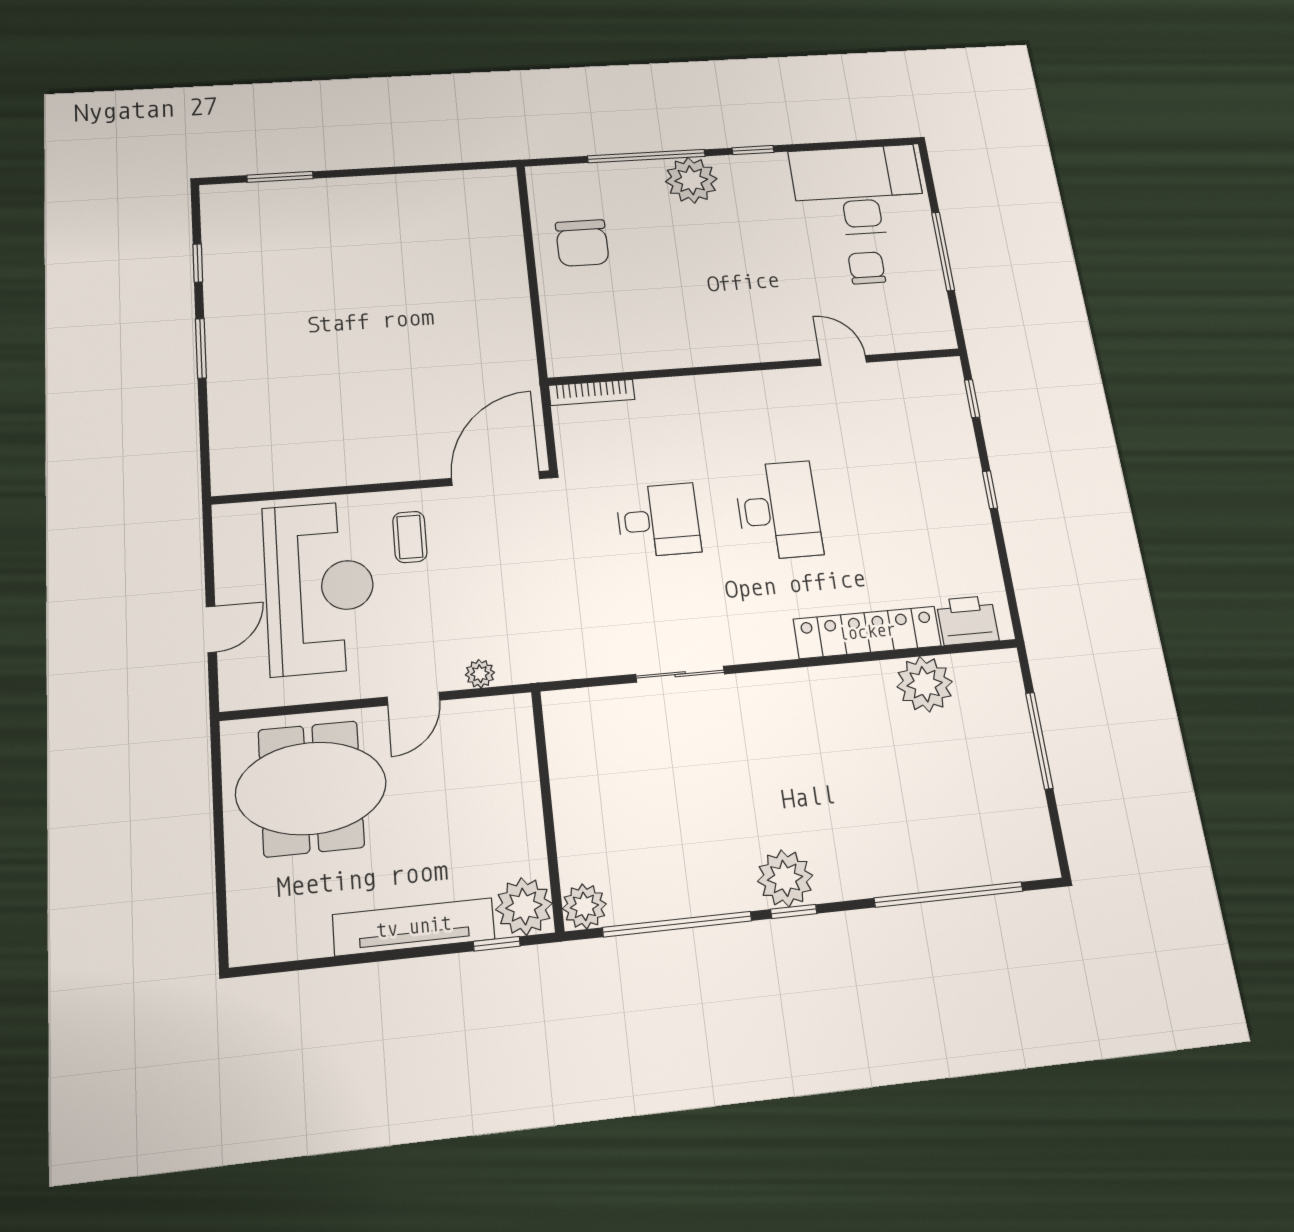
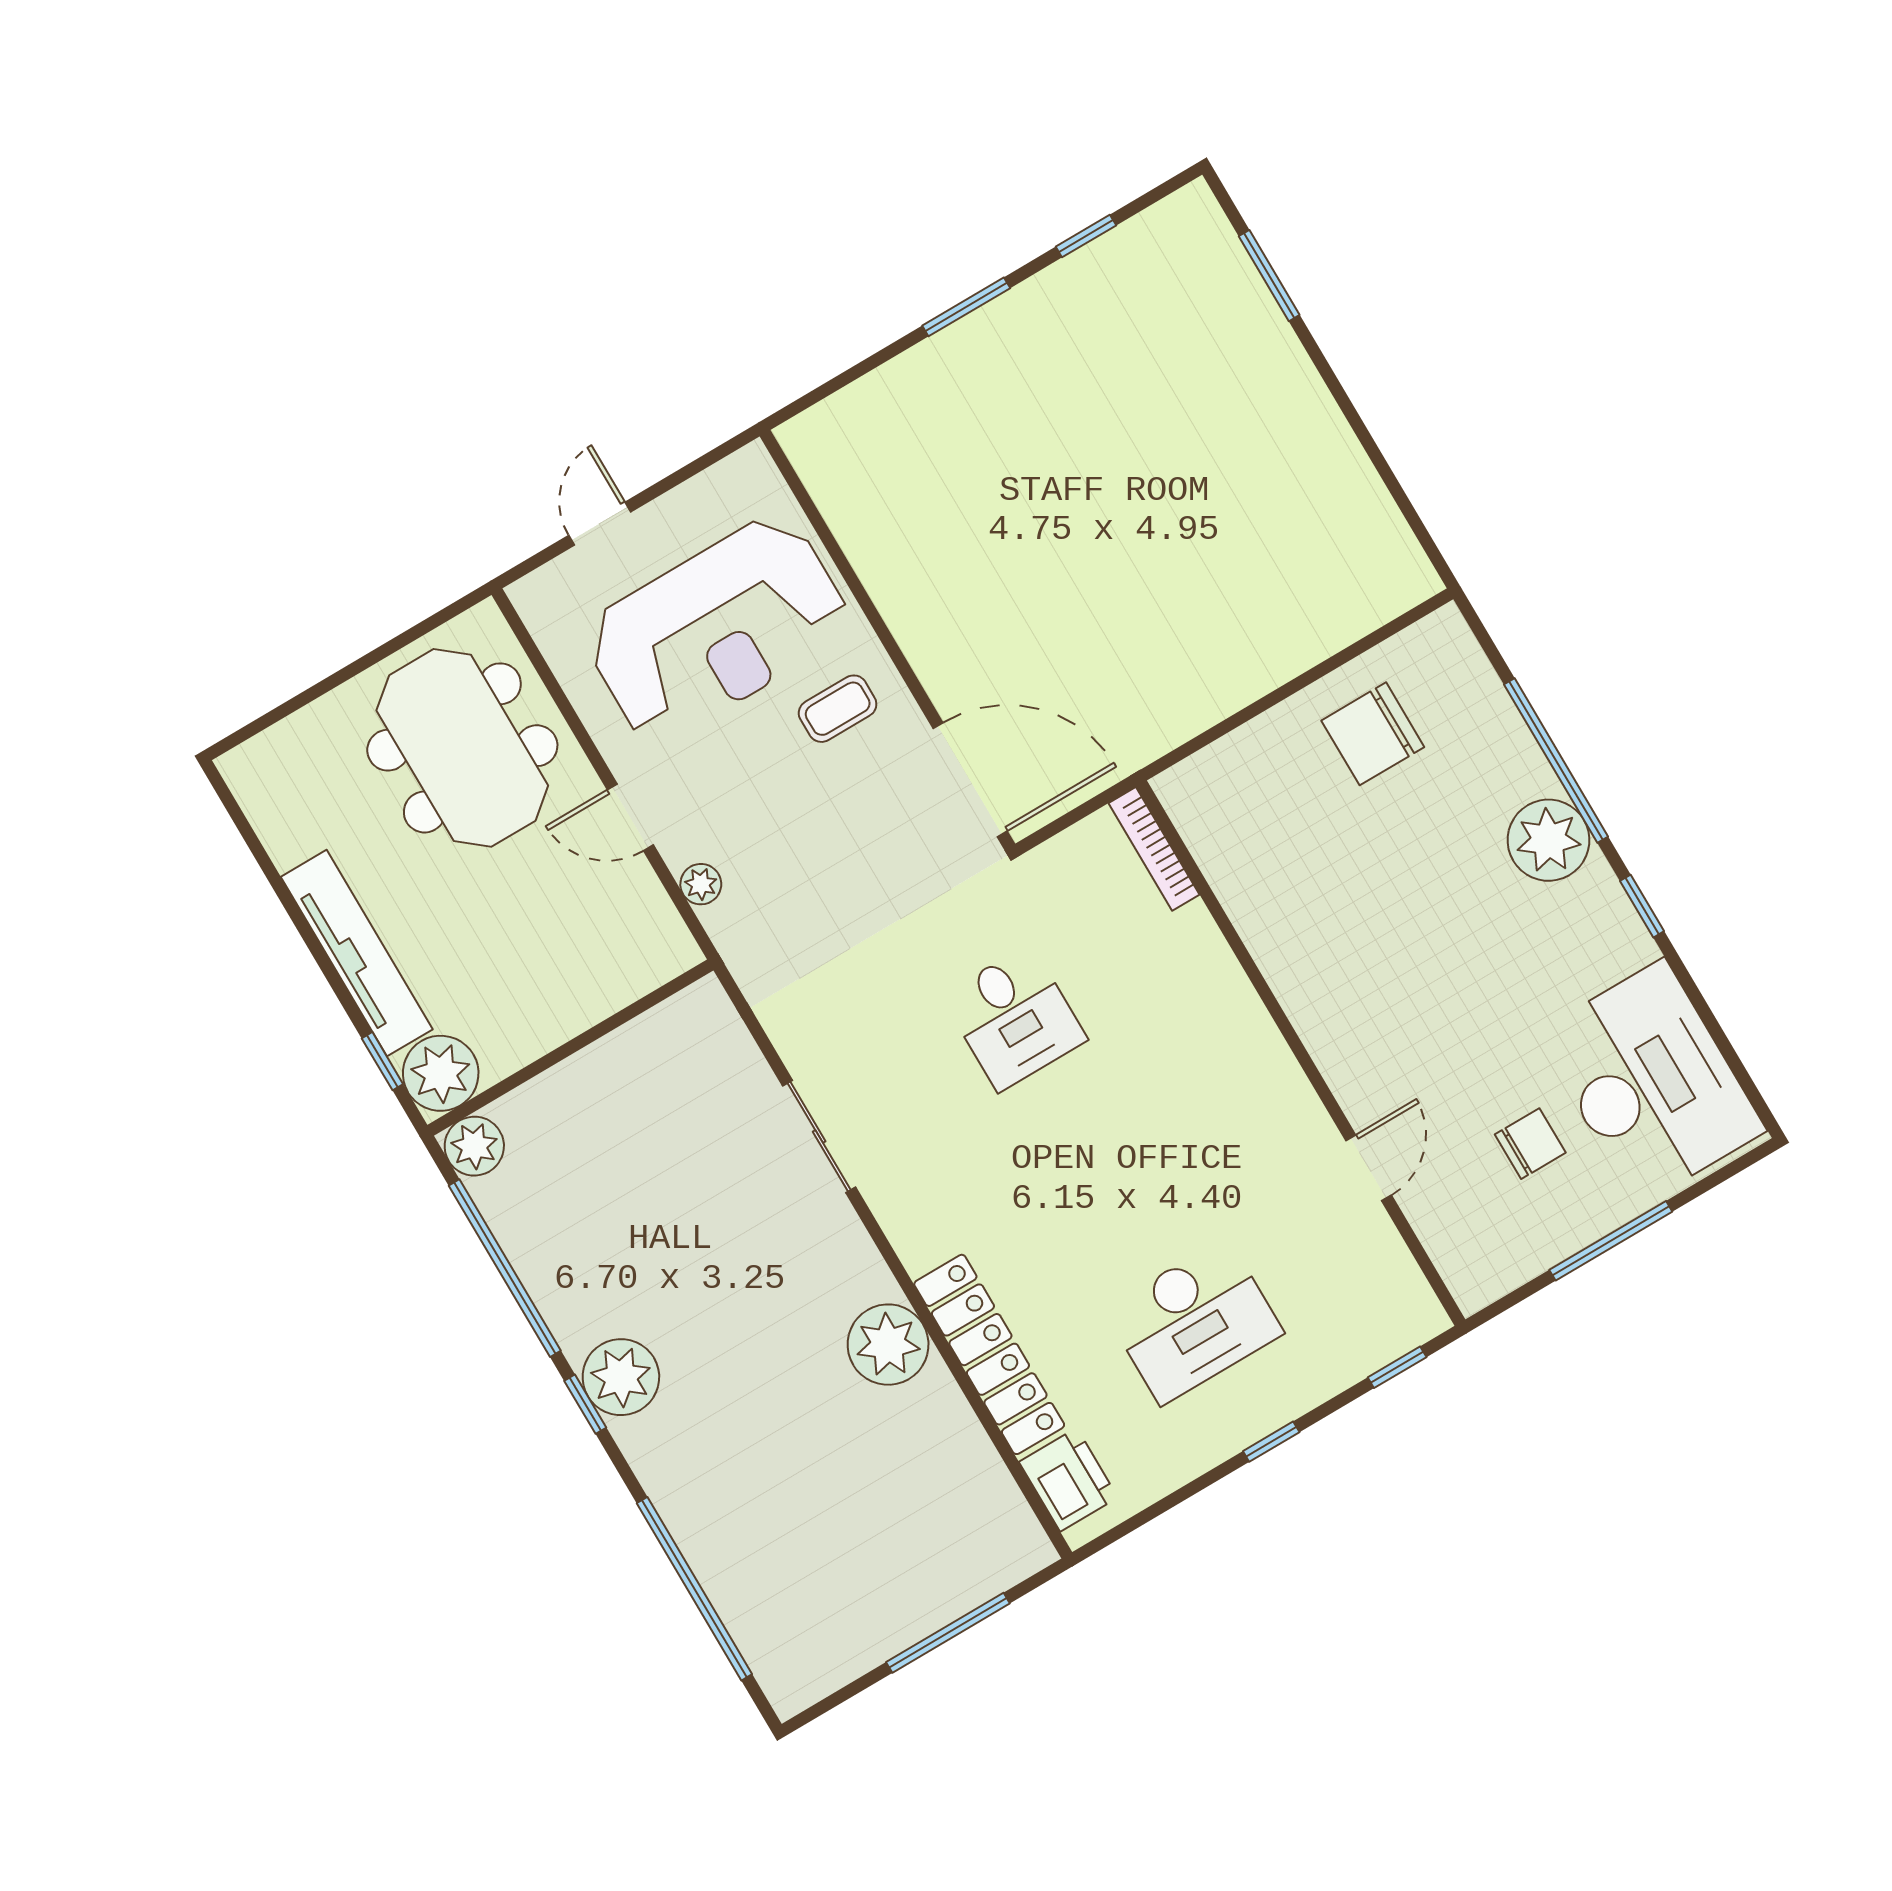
desk: (778, 510) -> (1194, 1321), moved
door: (211, 629) -> (600, 524), swing flipped
plant: (925, 684) -> (888, 1345), moved

